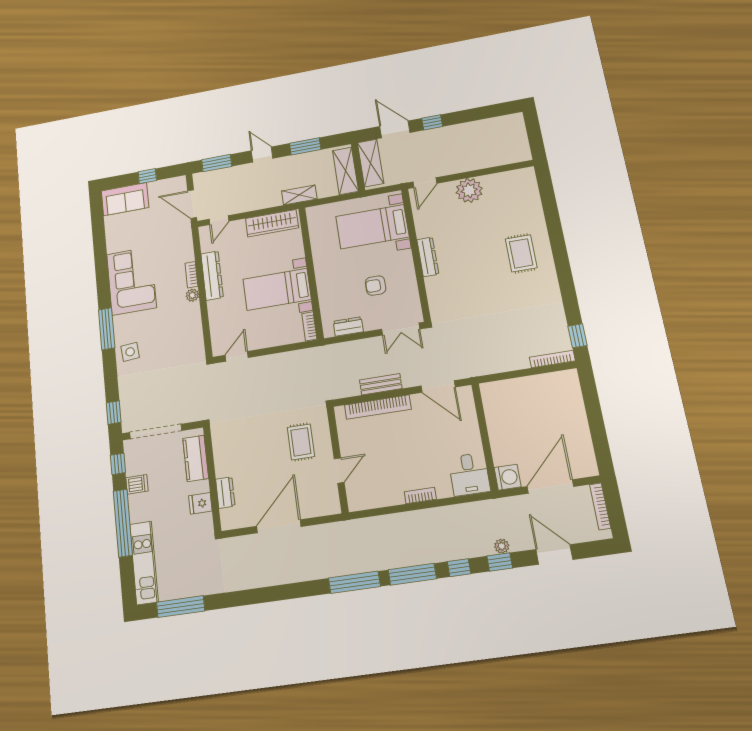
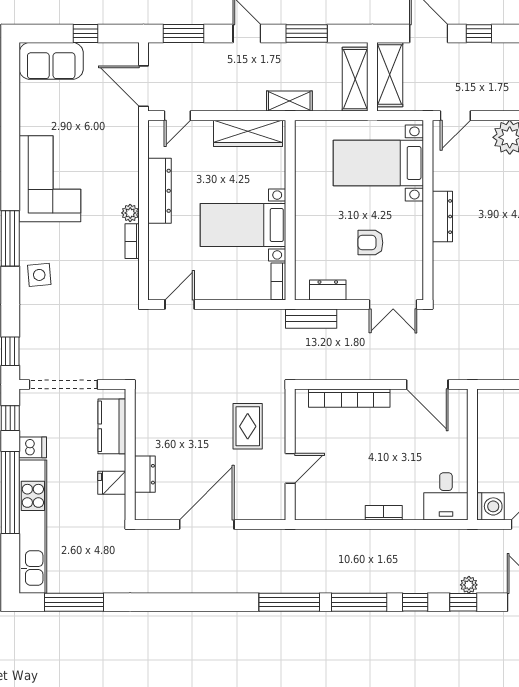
bookcase: (191, 275) -> (132, 241), moved
bench: (381, 384) -> (311, 319), moved
kitchen unit: (144, 563) -> (33, 527), width x1.36

